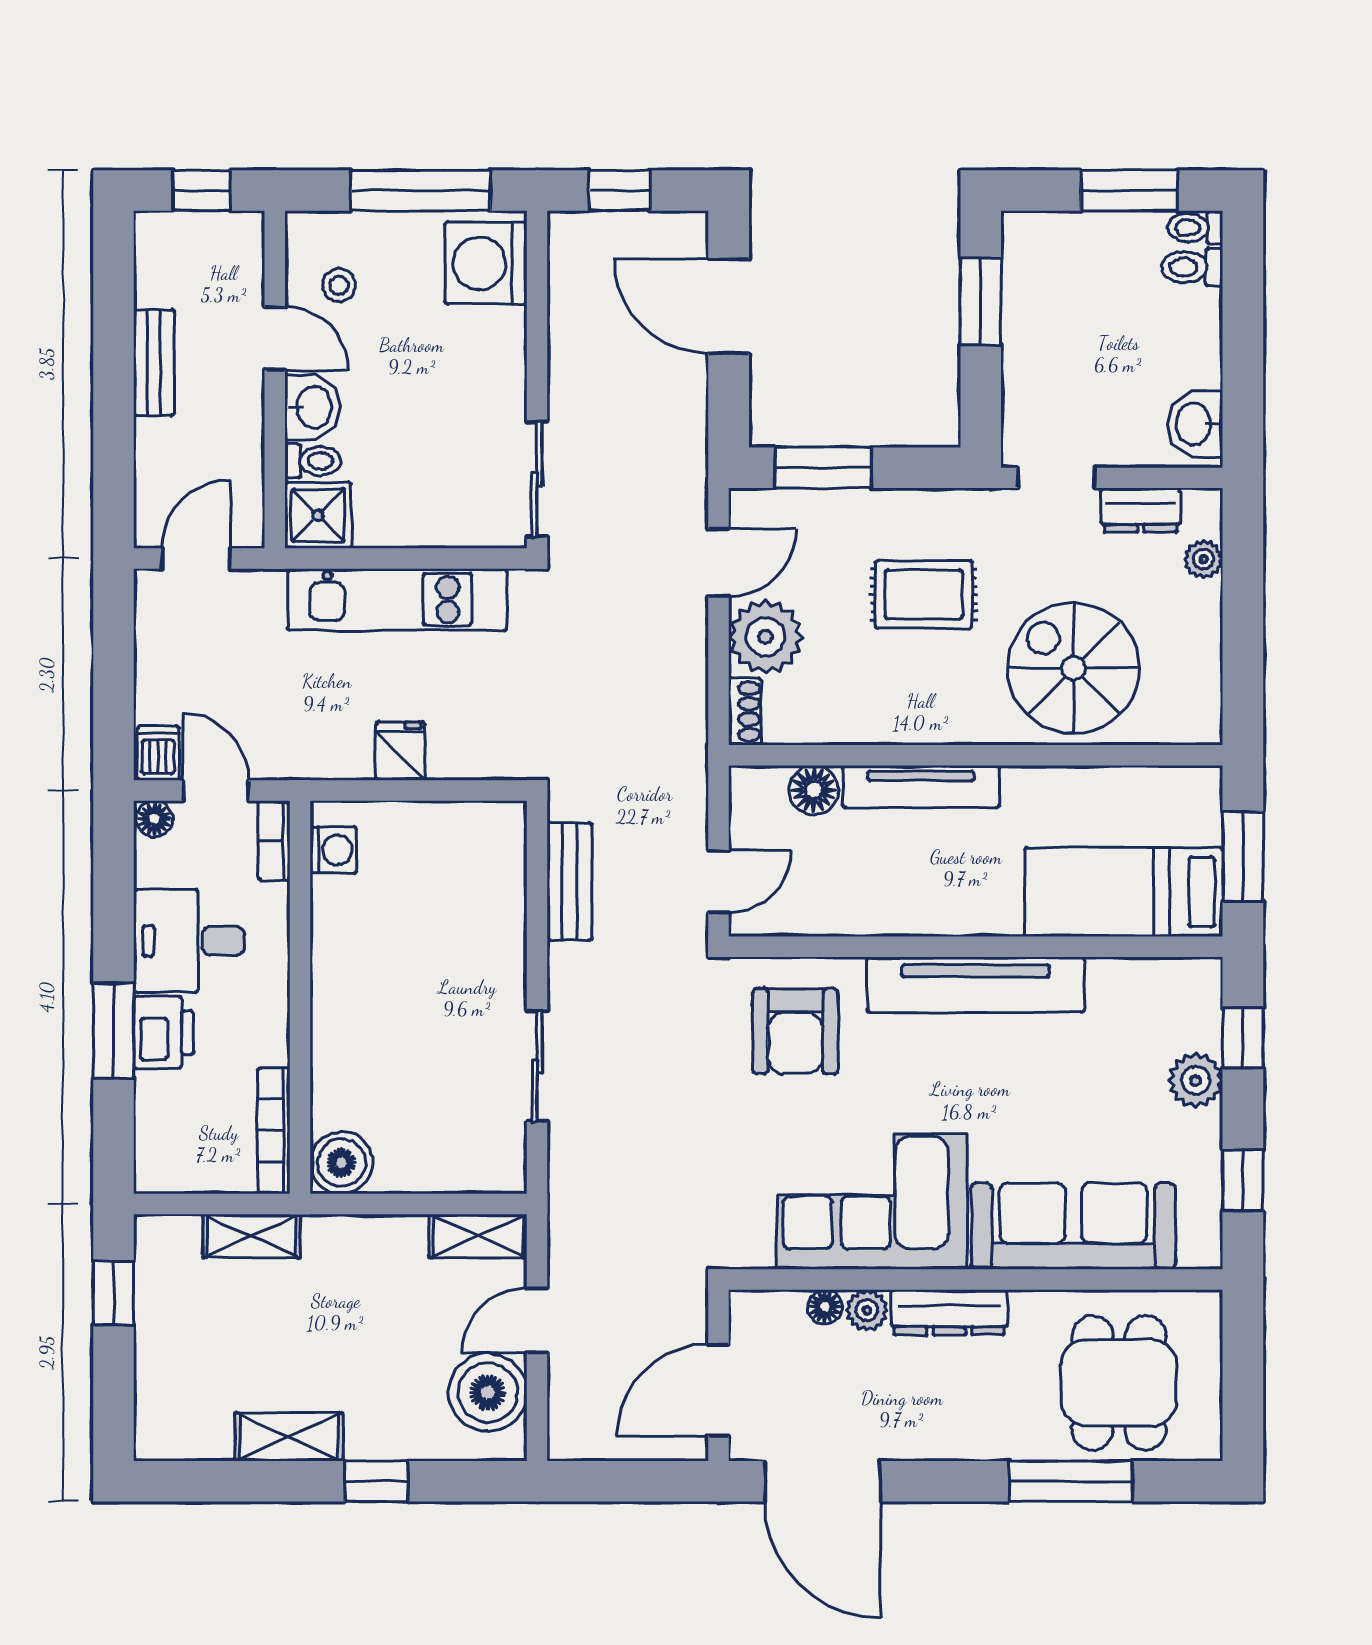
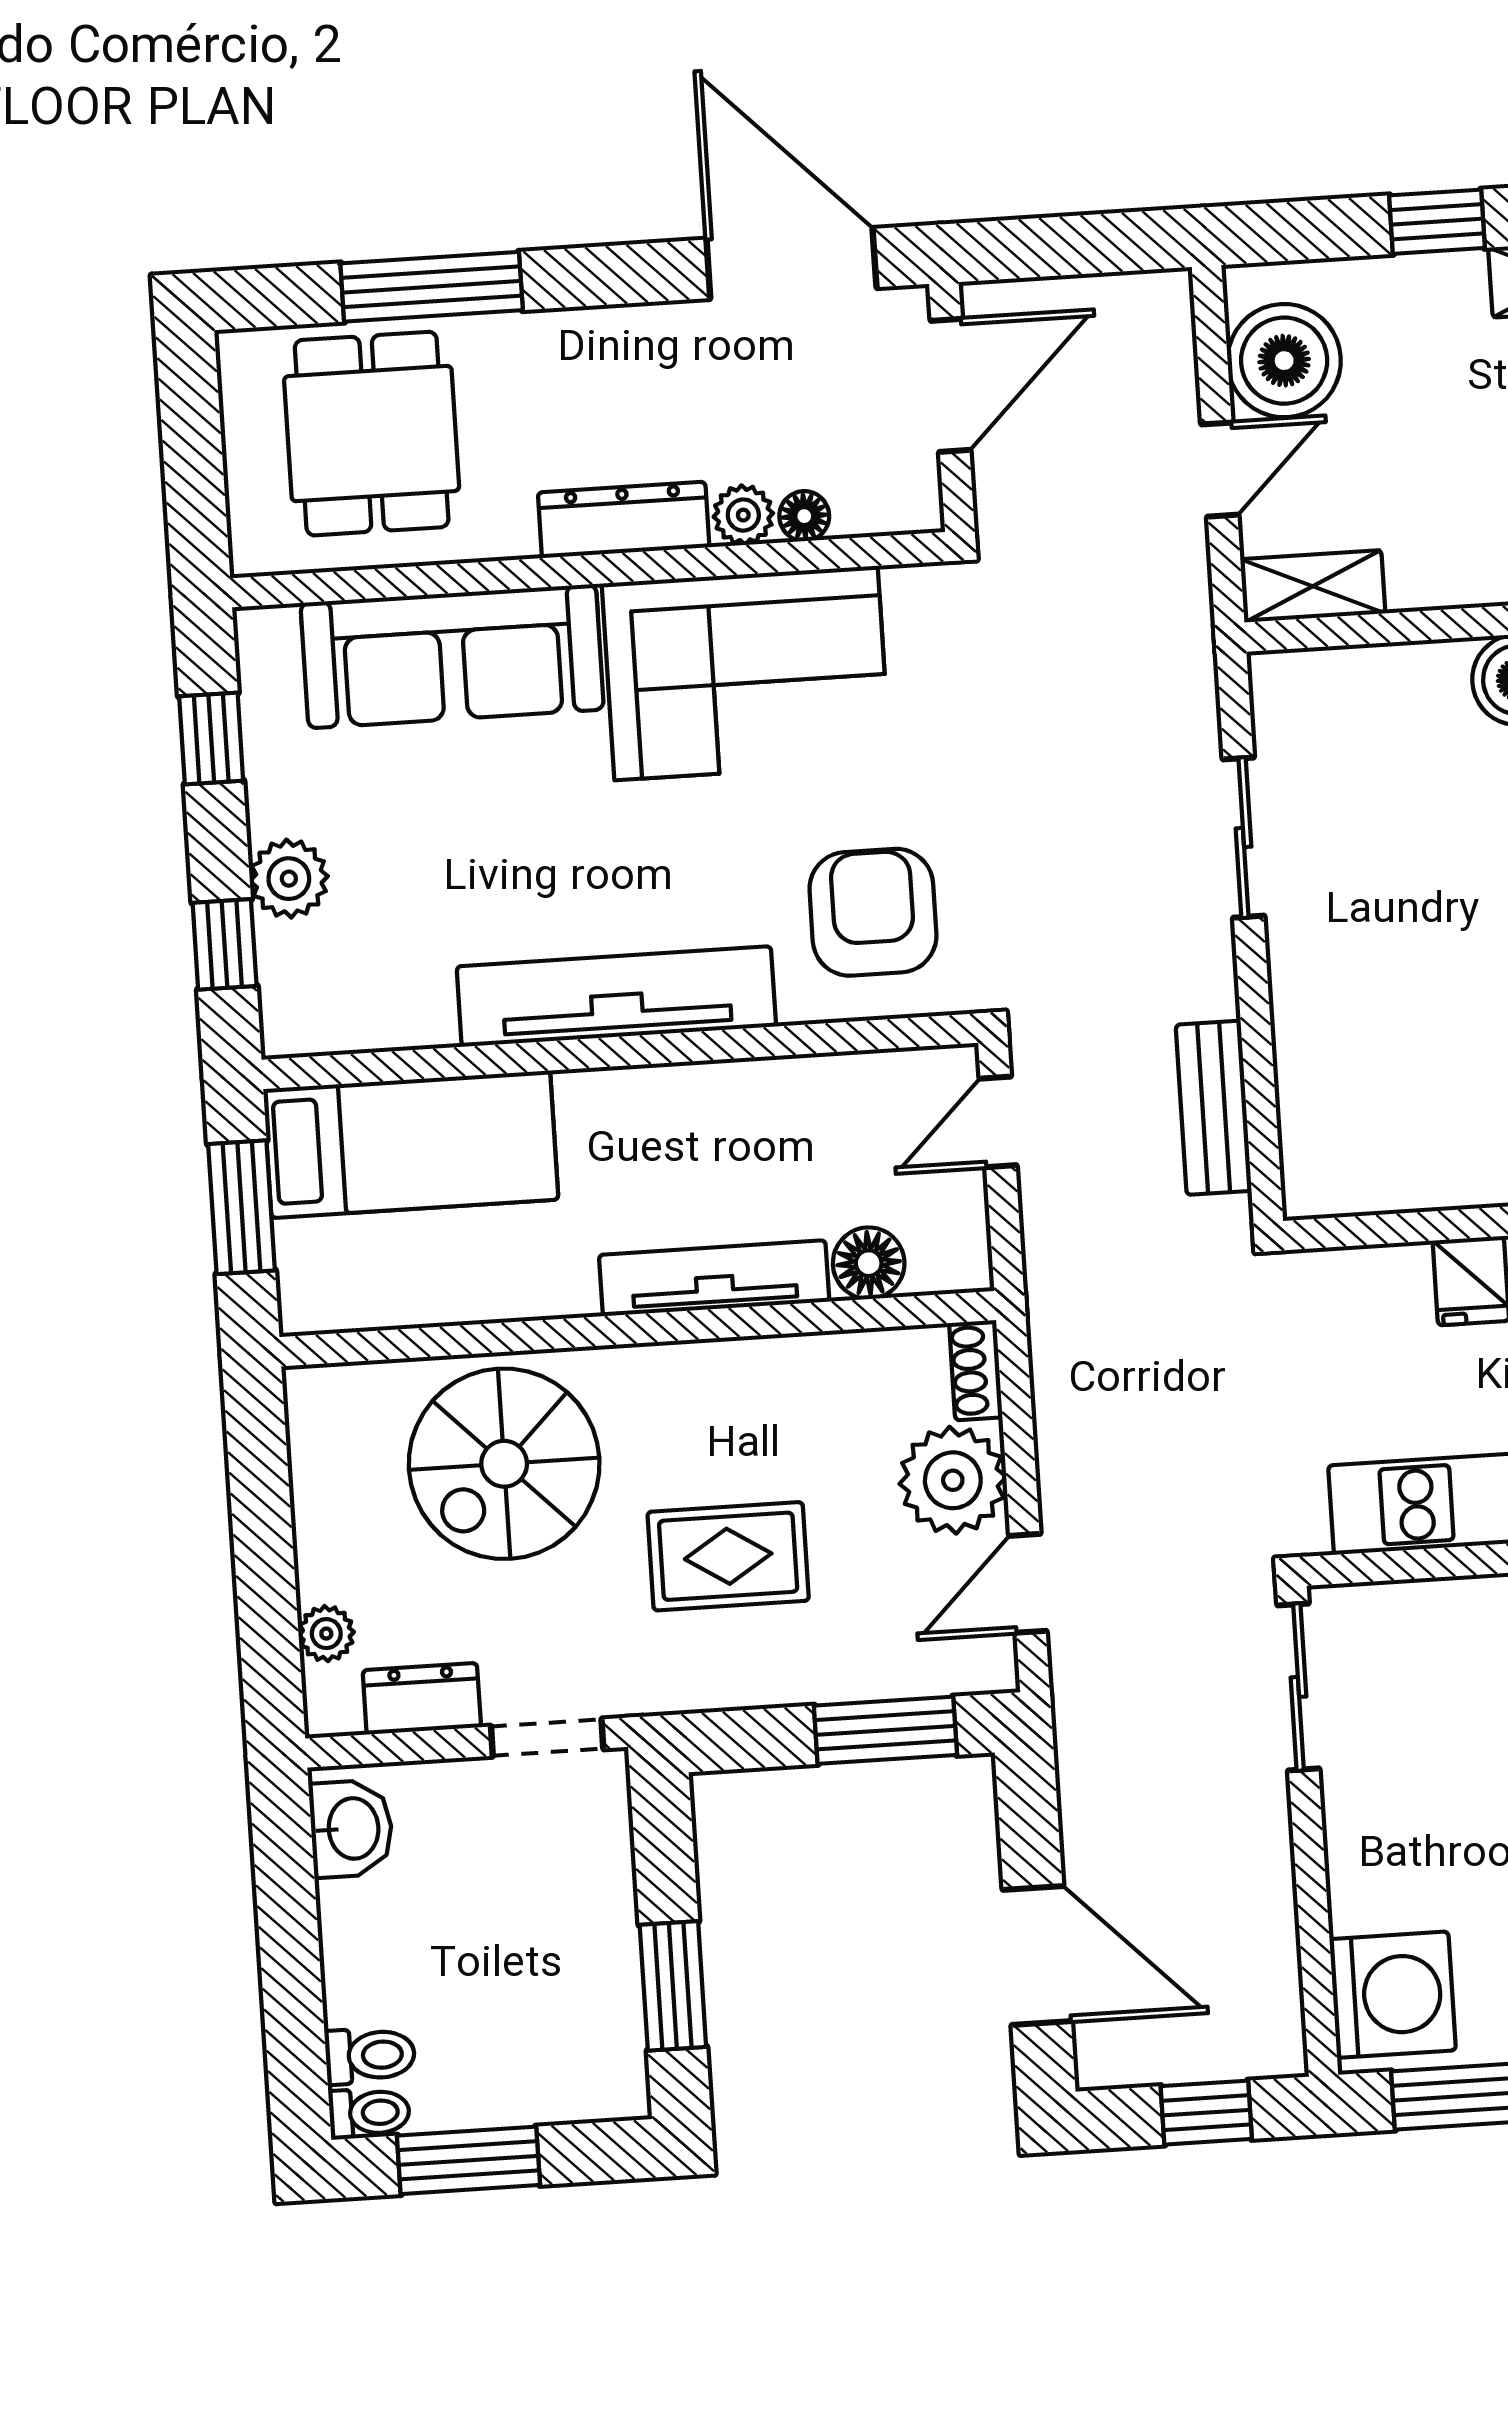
spiral stairs: (1074, 668) -> (504, 1464), turned 90

